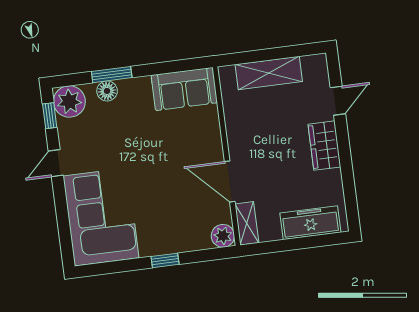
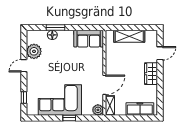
plant: (69, 101) -> (34, 51), moved
window: (50, 116) -> (24, 98), moved
door: (230, 182) -> (104, 85), swing flipped
corner sofa: (101, 217) -> (60, 100), moved, turned -90

